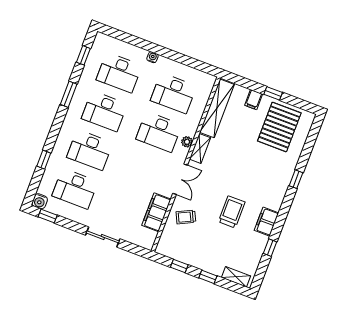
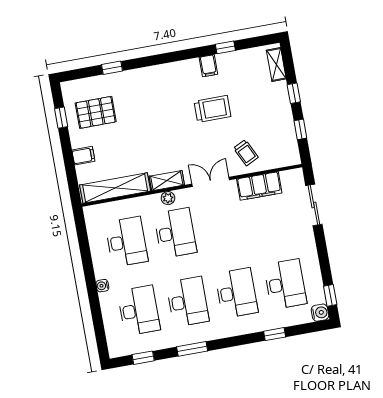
window: (273, 93) -> (61, 118), moved
pallet: (279, 127) -> (96, 112), width x0.73, depth x0.71
window: (296, 179) -> (112, 68), moved
trolley: (232, 212) -> (212, 109), turned 180
filing cabinet: (267, 222) -> (208, 66), width x0.50
sliding door: (103, 237) -> (314, 205), moved

